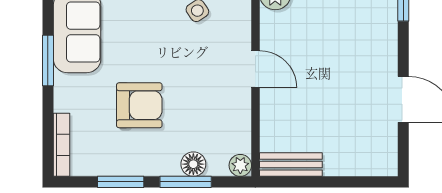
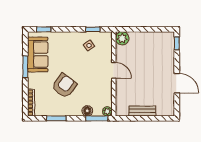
armchair: (139, 105) -> (64, 86), turned -53
bench: (291, 165) -> (142, 111), moved
window: (186, 182) -> (97, 118), moved

